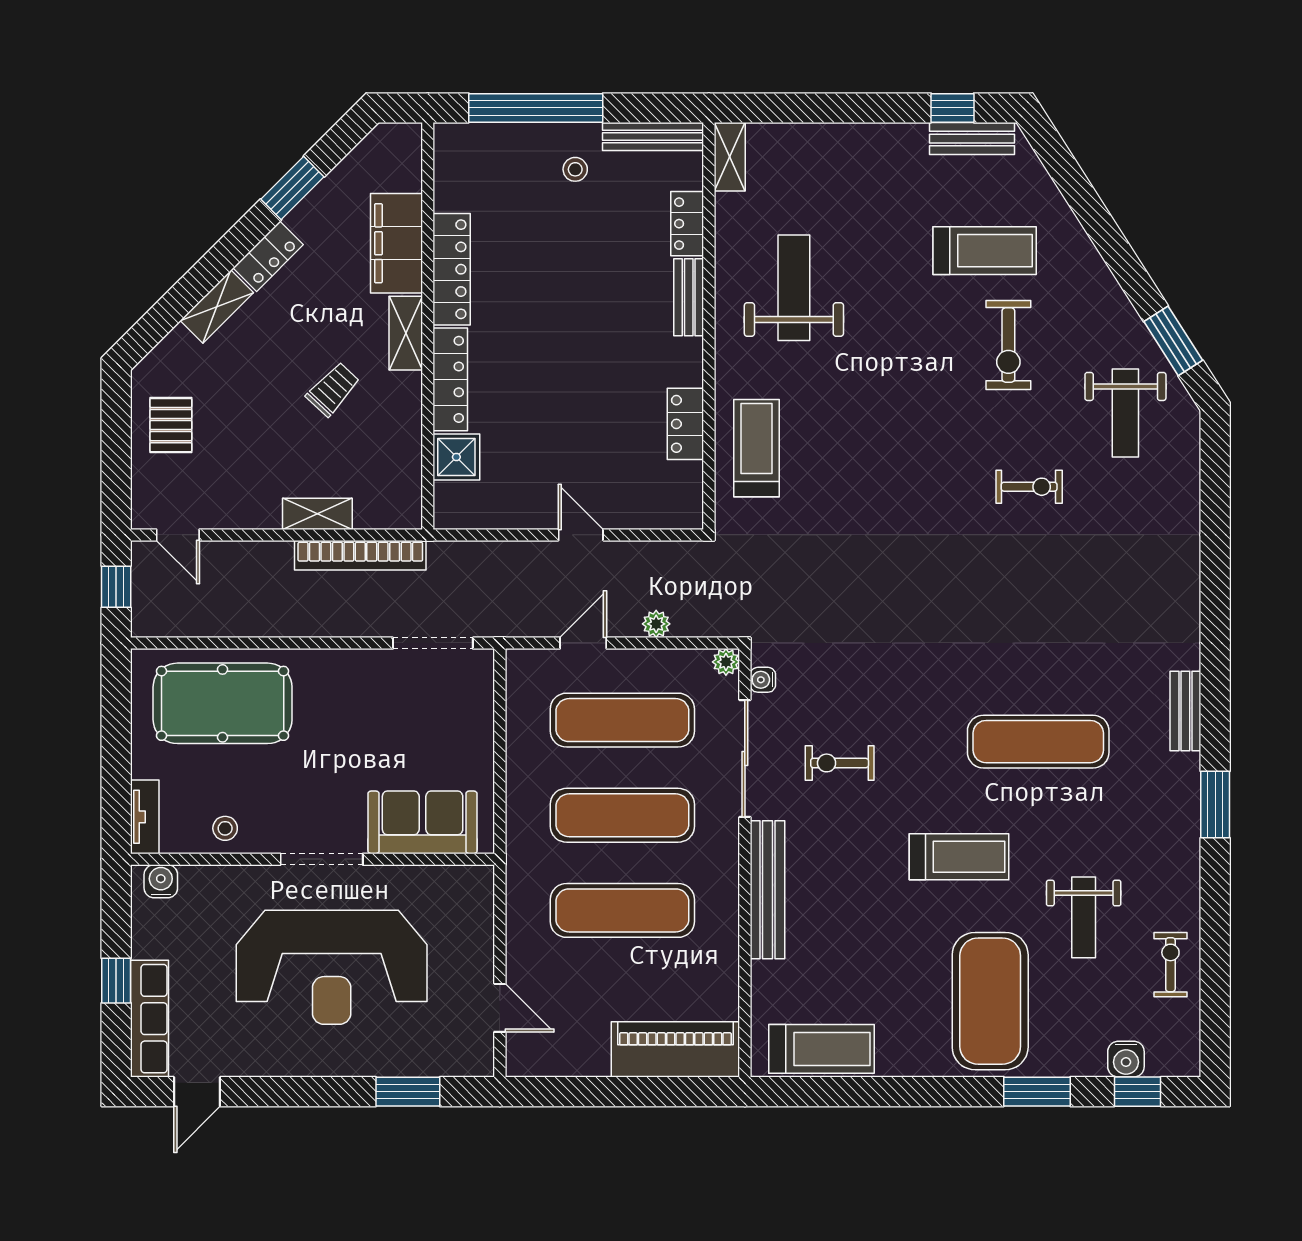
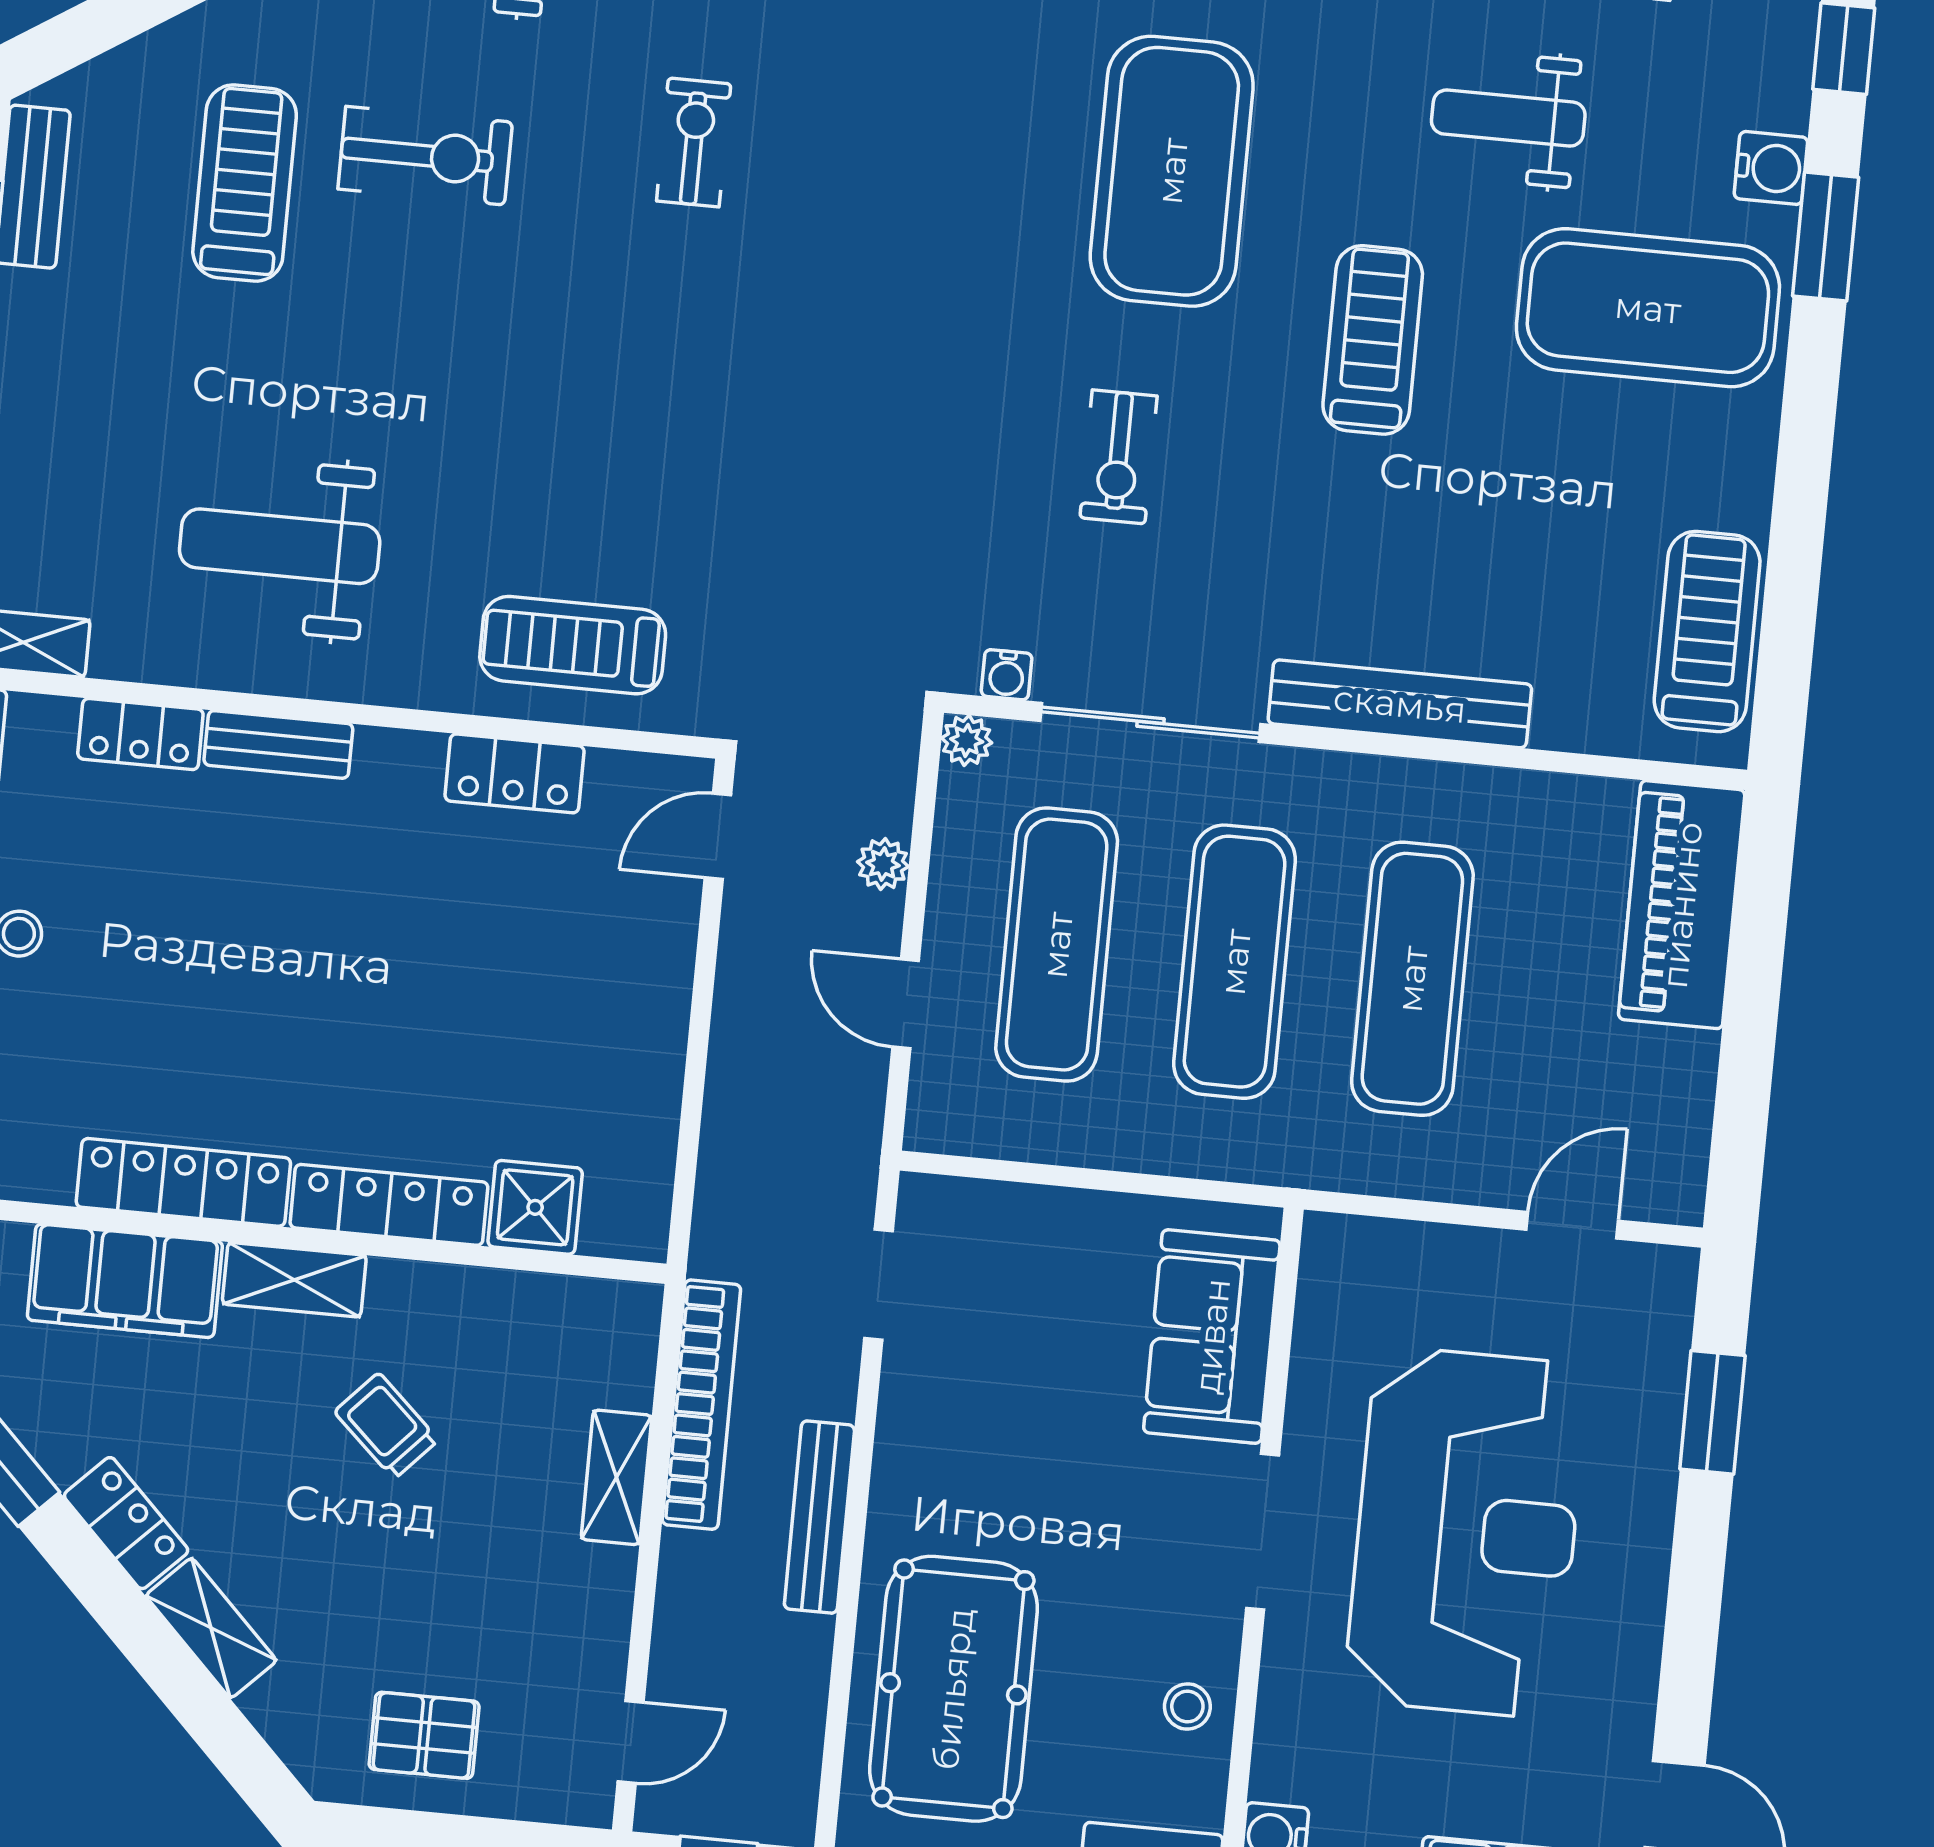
door: (581, 535) -> (718, 836), moved
bench: (307, 624) -> (819, 1517), added
doorway: (433, 643) -> (879, 1285), width x0.73
exercise mat: (1038, 742) -> (1172, 171), width x1.47
exercise bike: (840, 763) -> (1119, 457), moved
weight bench: (1084, 917) -> (1508, 118), turned 180
water cooler: (1126, 1059) -> (1771, 168), moved

